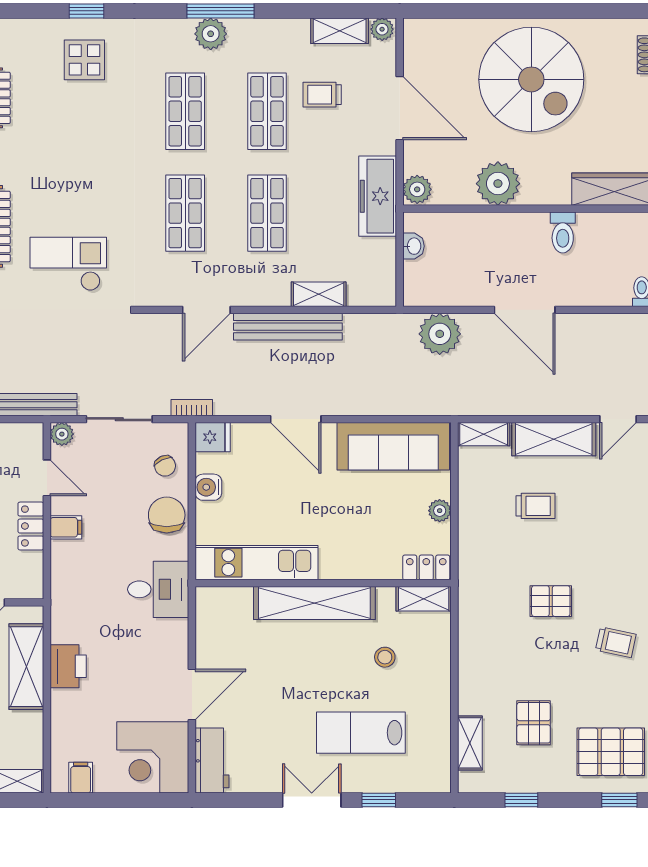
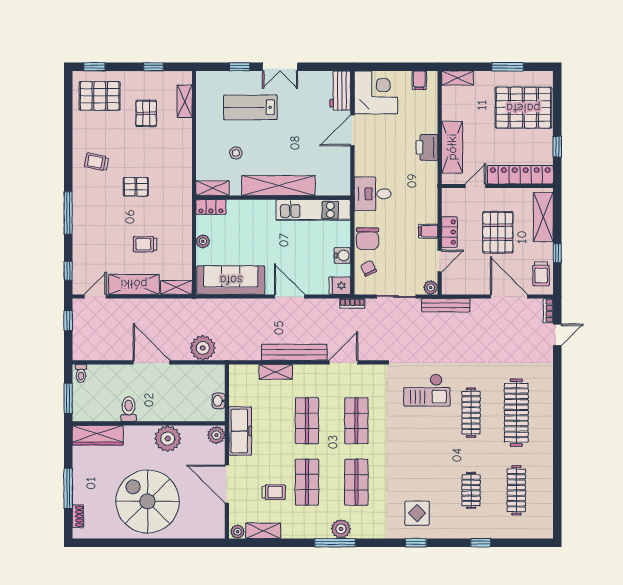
door: (47, 478) -> (440, 261), swing flipped
lab bench: (361, 733) -> (250, 107), turned 180

